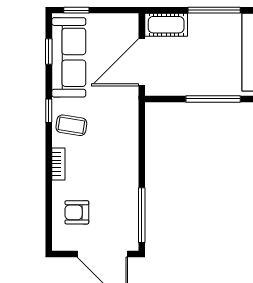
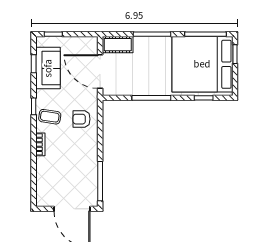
sofa: (69, 57) -> (48, 68), width x0.73
door: (142, 62) -> (100, 72), hinge flipped
armchair: (77, 212) -> (82, 119), moved

